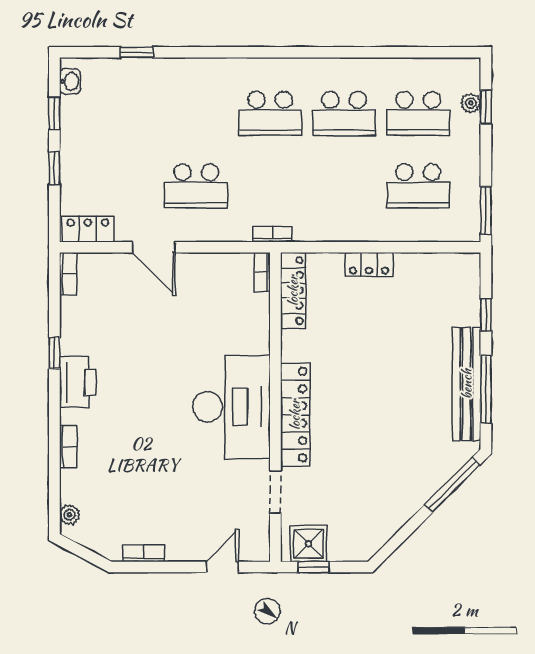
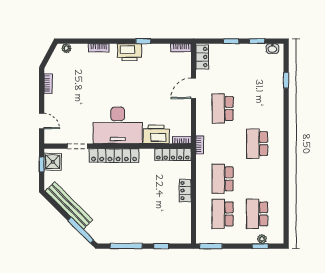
school desk: (344, 114) -> (223, 179), moved
printer: (251, 326) -> (156, 134), added
bench: (467, 384) -> (69, 206), moved, turned 45

